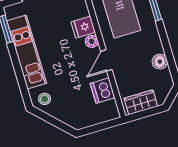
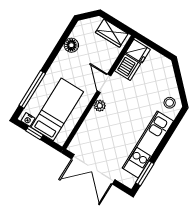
fridge: (83, 27) -> (138, 51), moved
door: (106, 60) -> (104, 83), swing flipped

